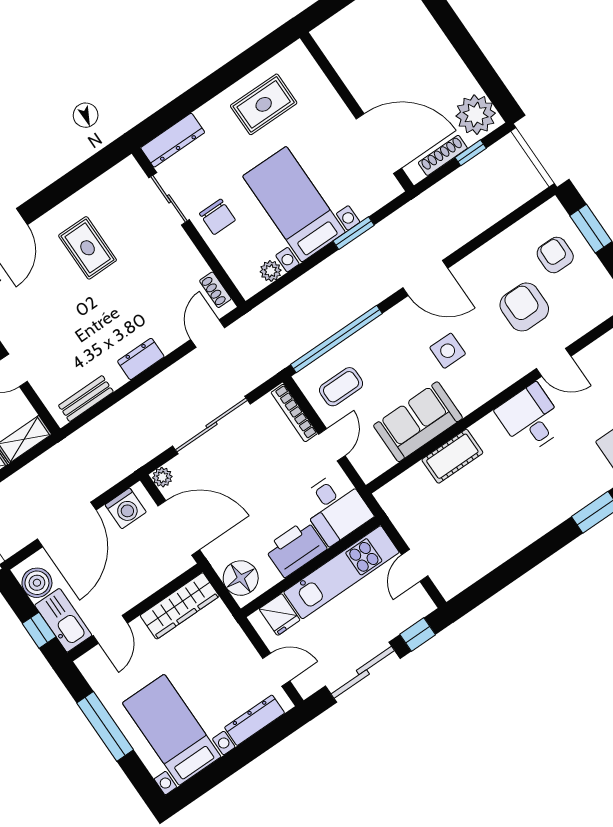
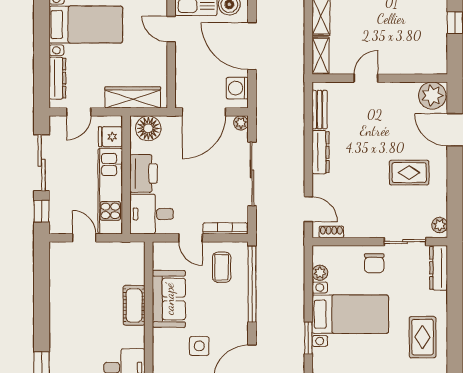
plant: (123, 172) -> (440, 225), added
chair: (217, 217) -> (374, 263), turned -90
dresser: (141, 359) -> (321, 152), width x1.44
wardrobe: (180, 606) -> (133, 97), moved, turned 90

